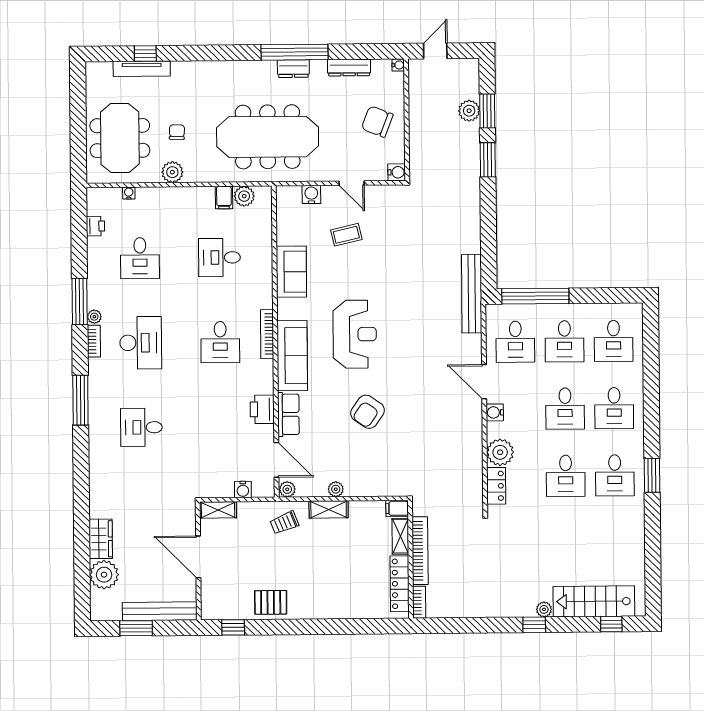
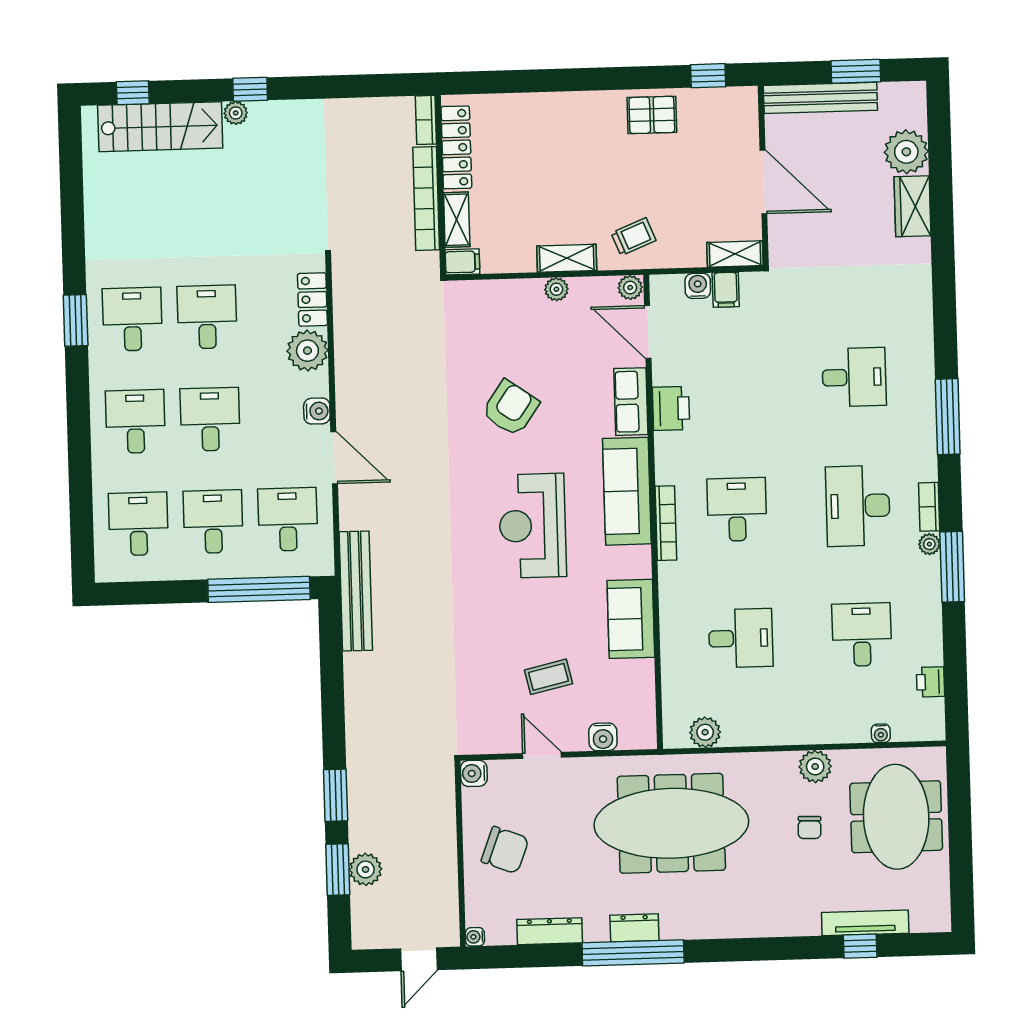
filing cabinet: (224, 198) -> (726, 290), moved, turned 180

